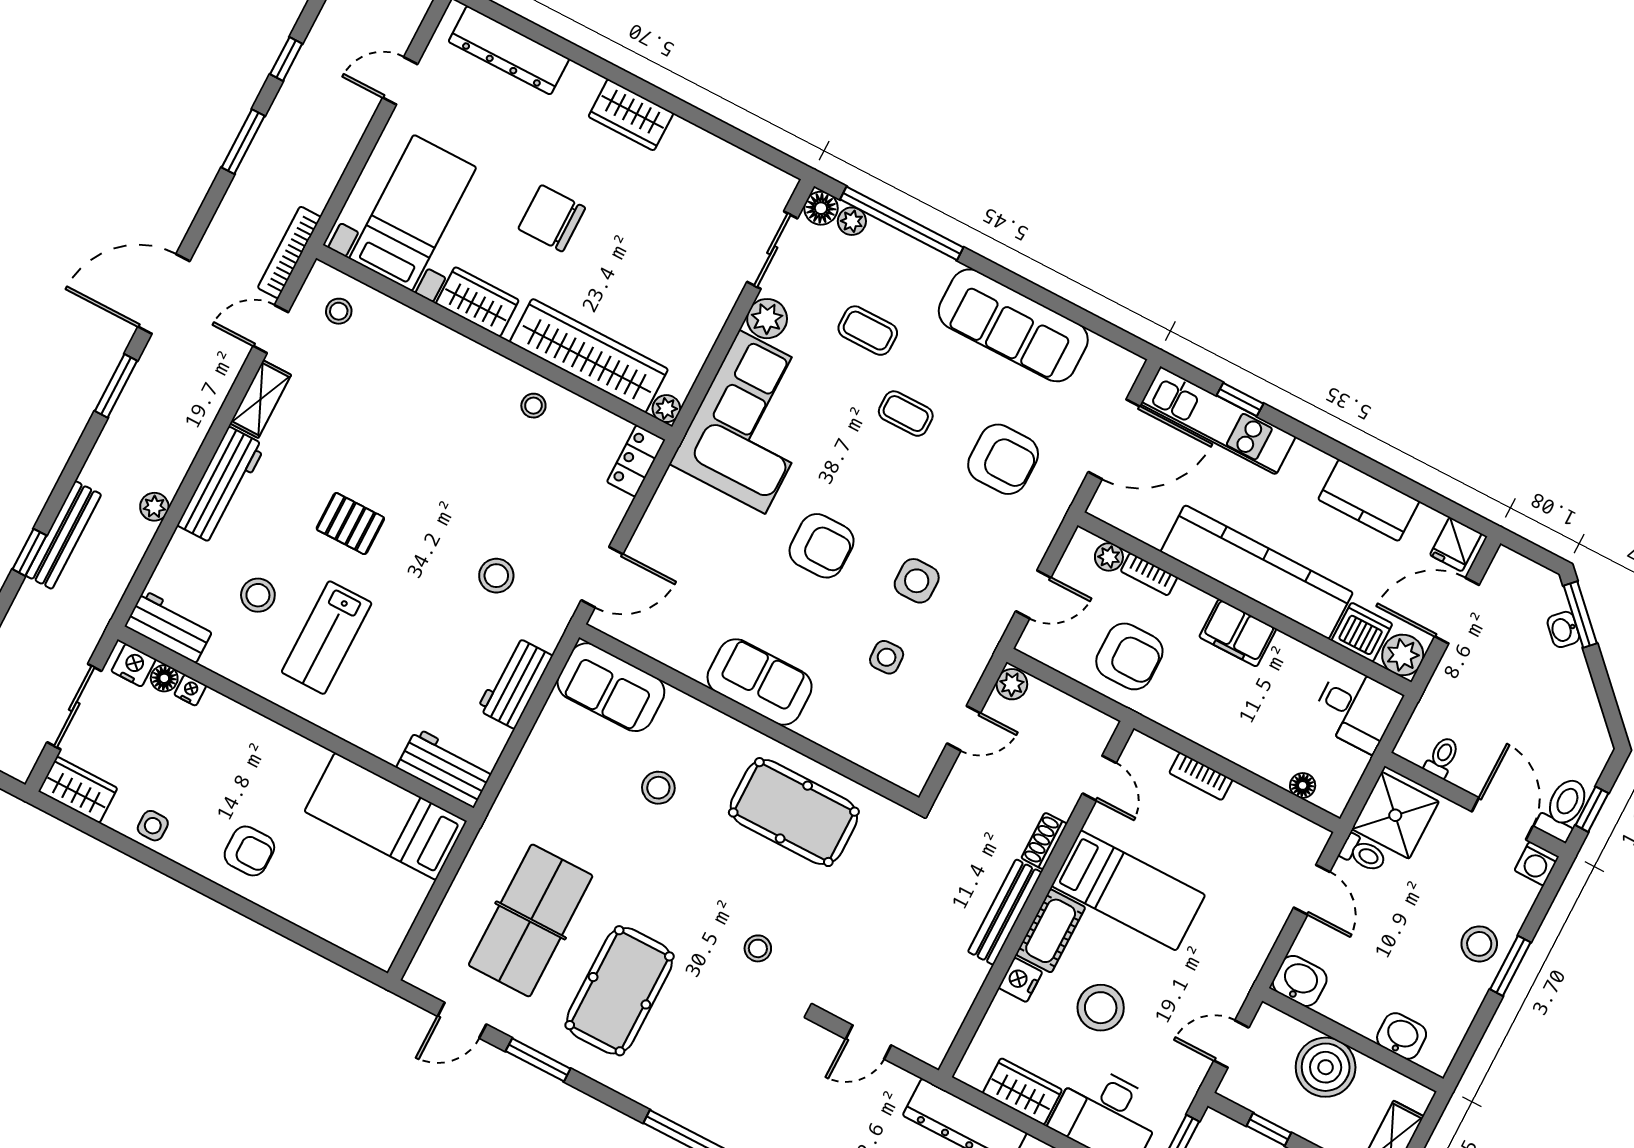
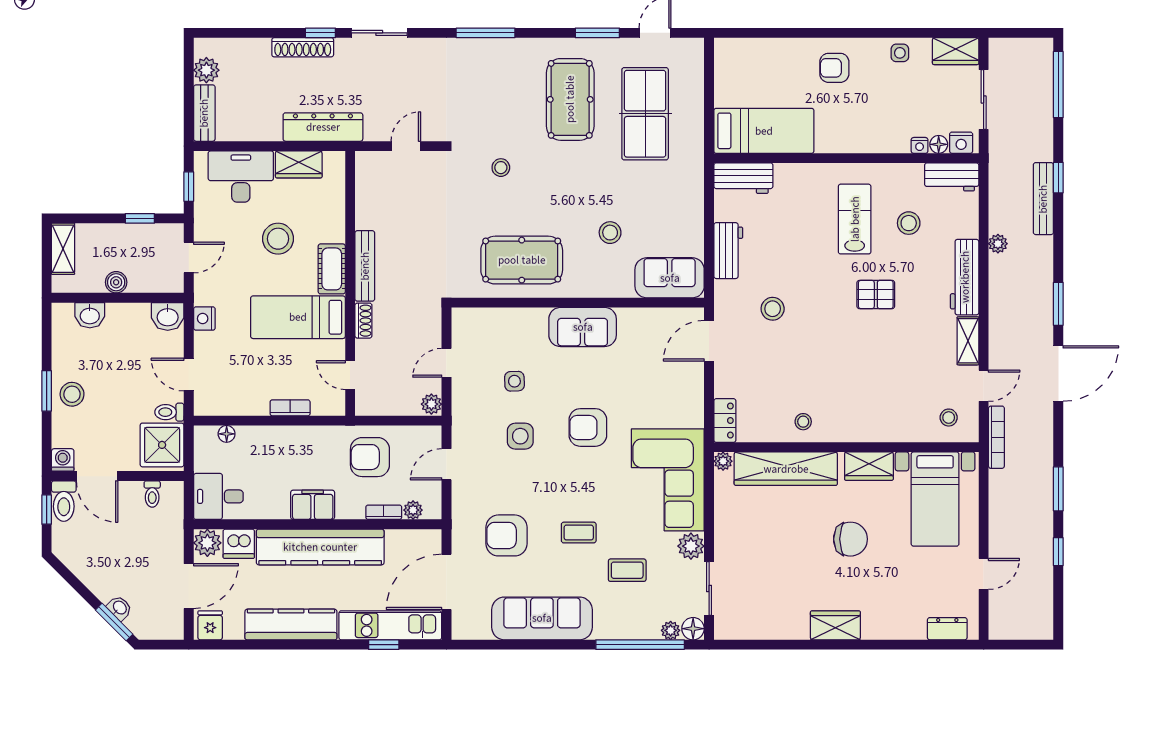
dresser: (509, 50) -> (947, 629), width x0.51, depth x0.80
kitchen counter: (1369, 500) -> (291, 625), width x1.50
nightstand: (1020, 980) -> (204, 319), moved, turned 180
boiler: (1326, 1067) -> (116, 282), width x0.54, depth x0.54

